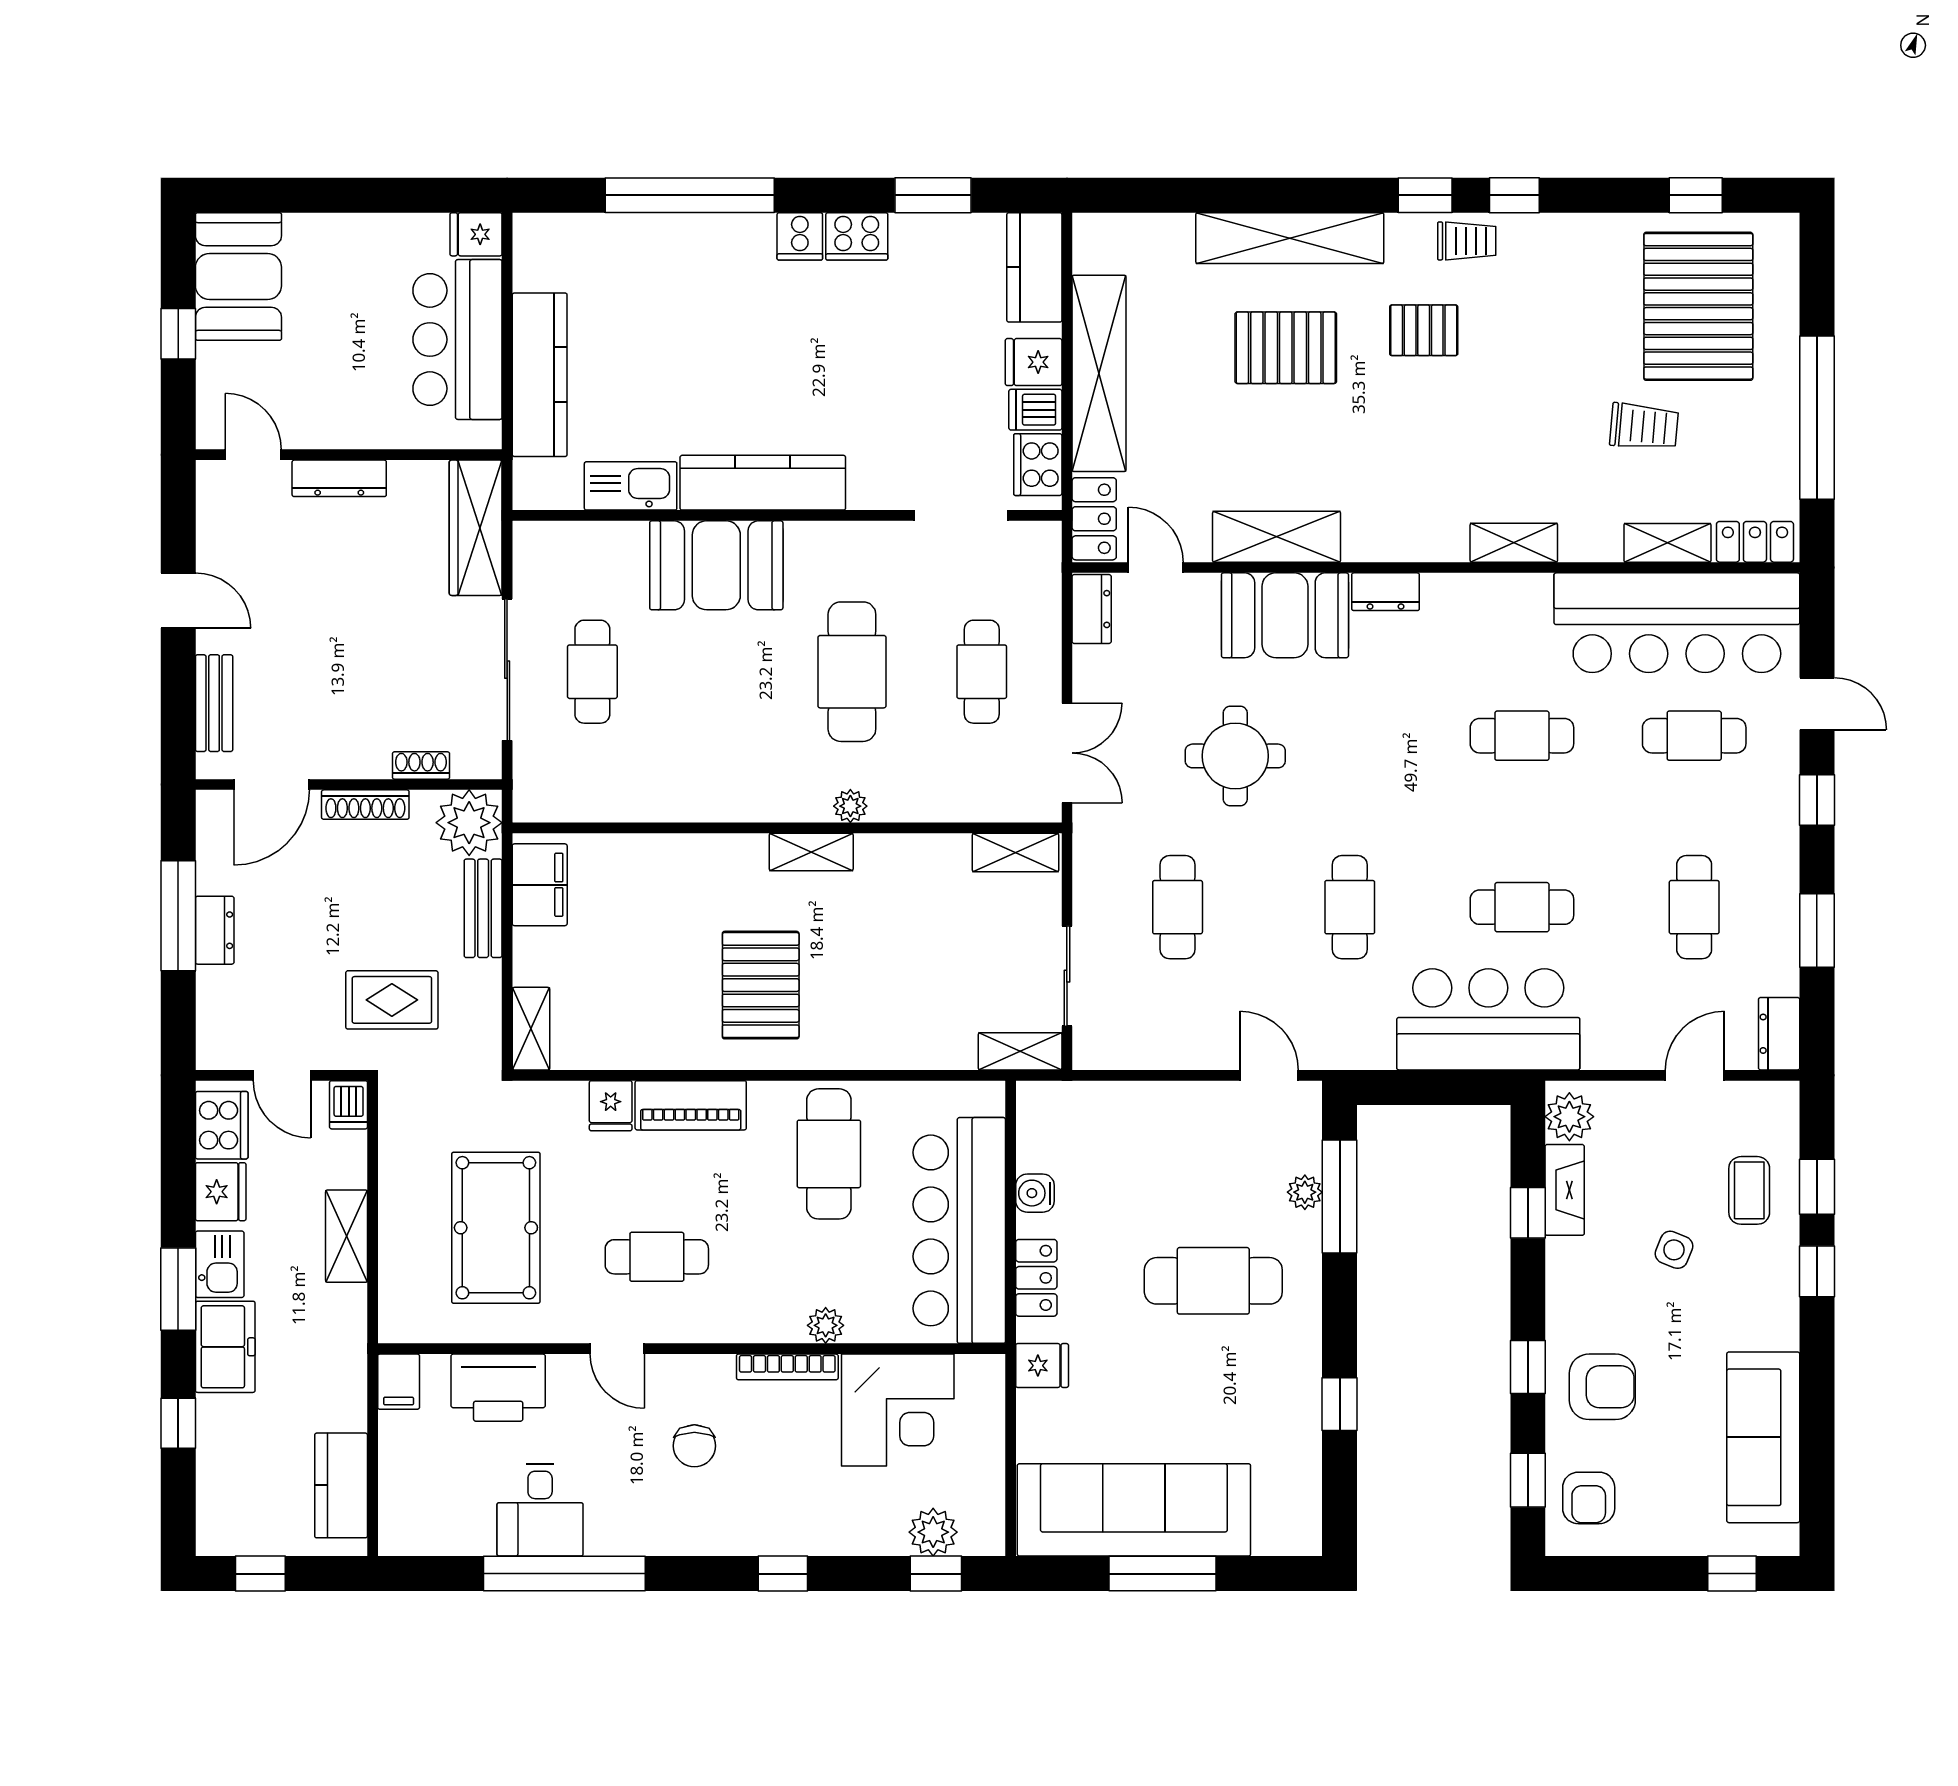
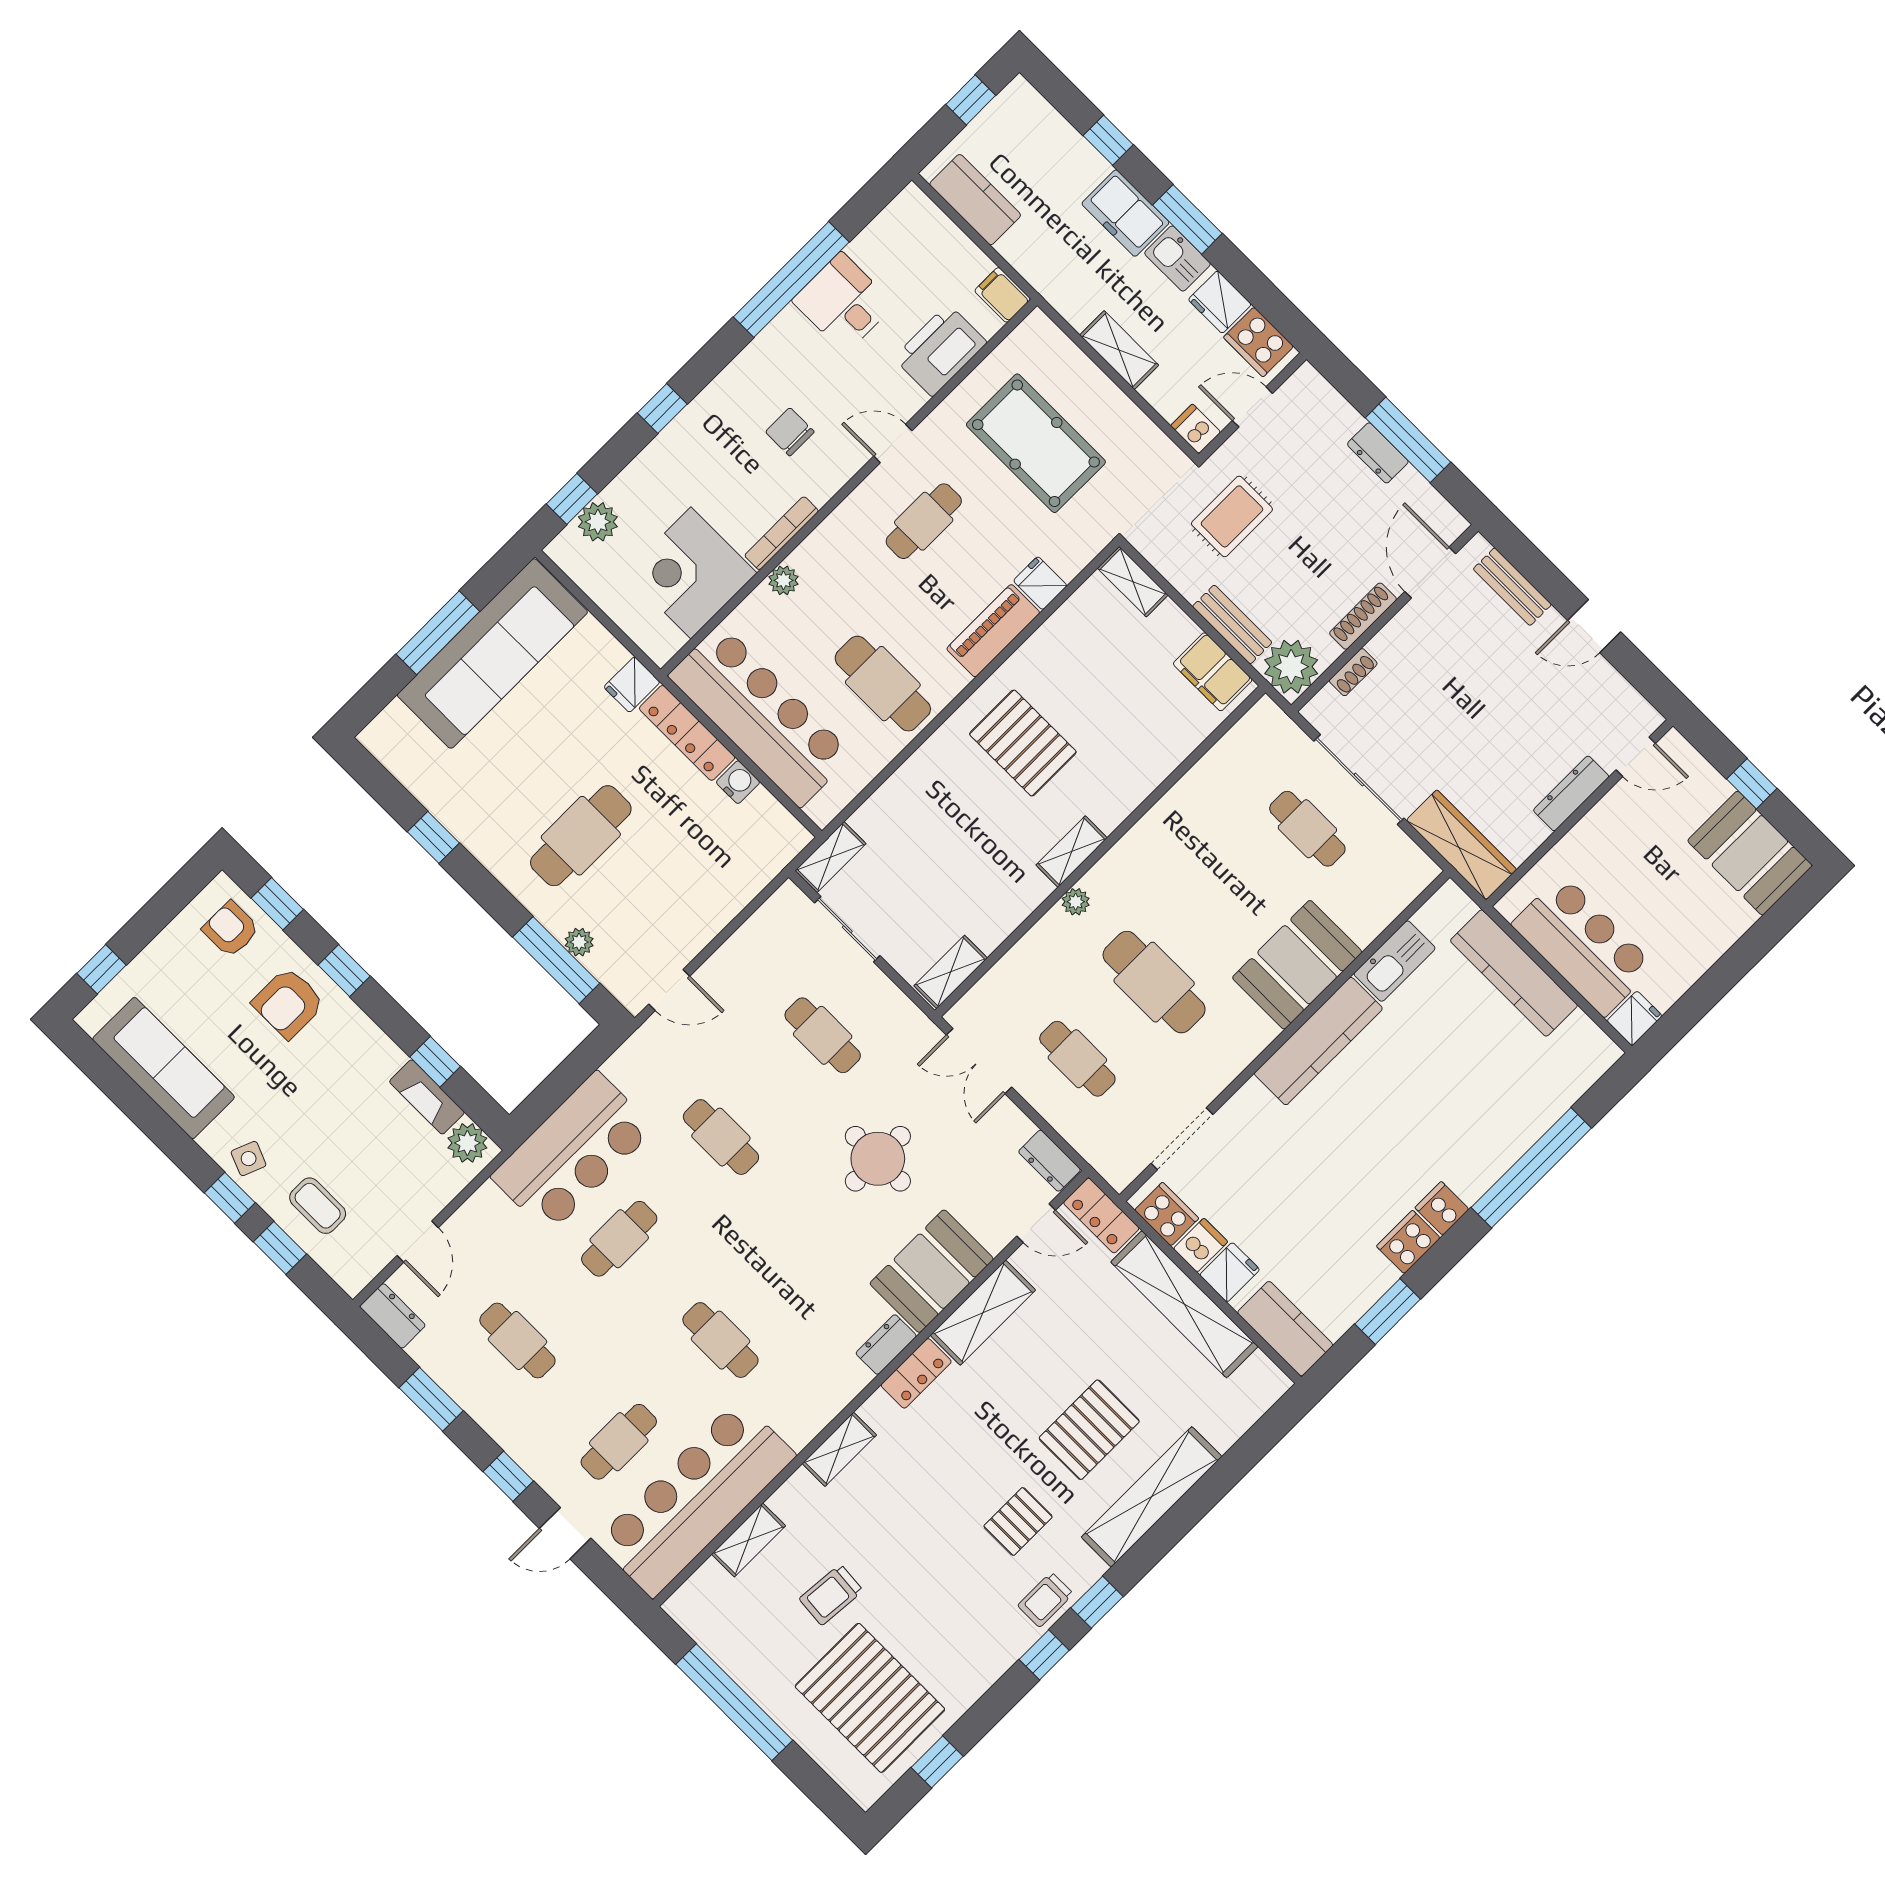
locker: (1755, 542) -> (916, 1373), moved
cafe table: (1522, 736) -> (720, 1340), turned 90
side table: (1674, 1250) -> (249, 1159), moved
locker: (1036, 1278) -> (687, 733), width x1.53

